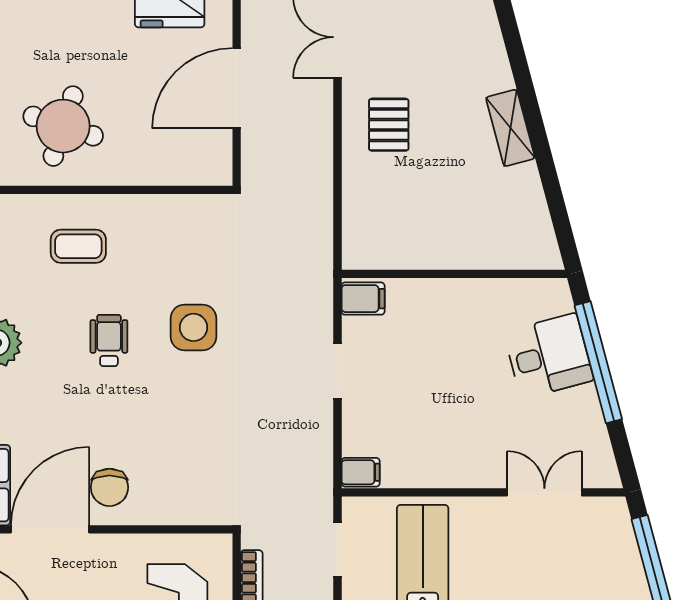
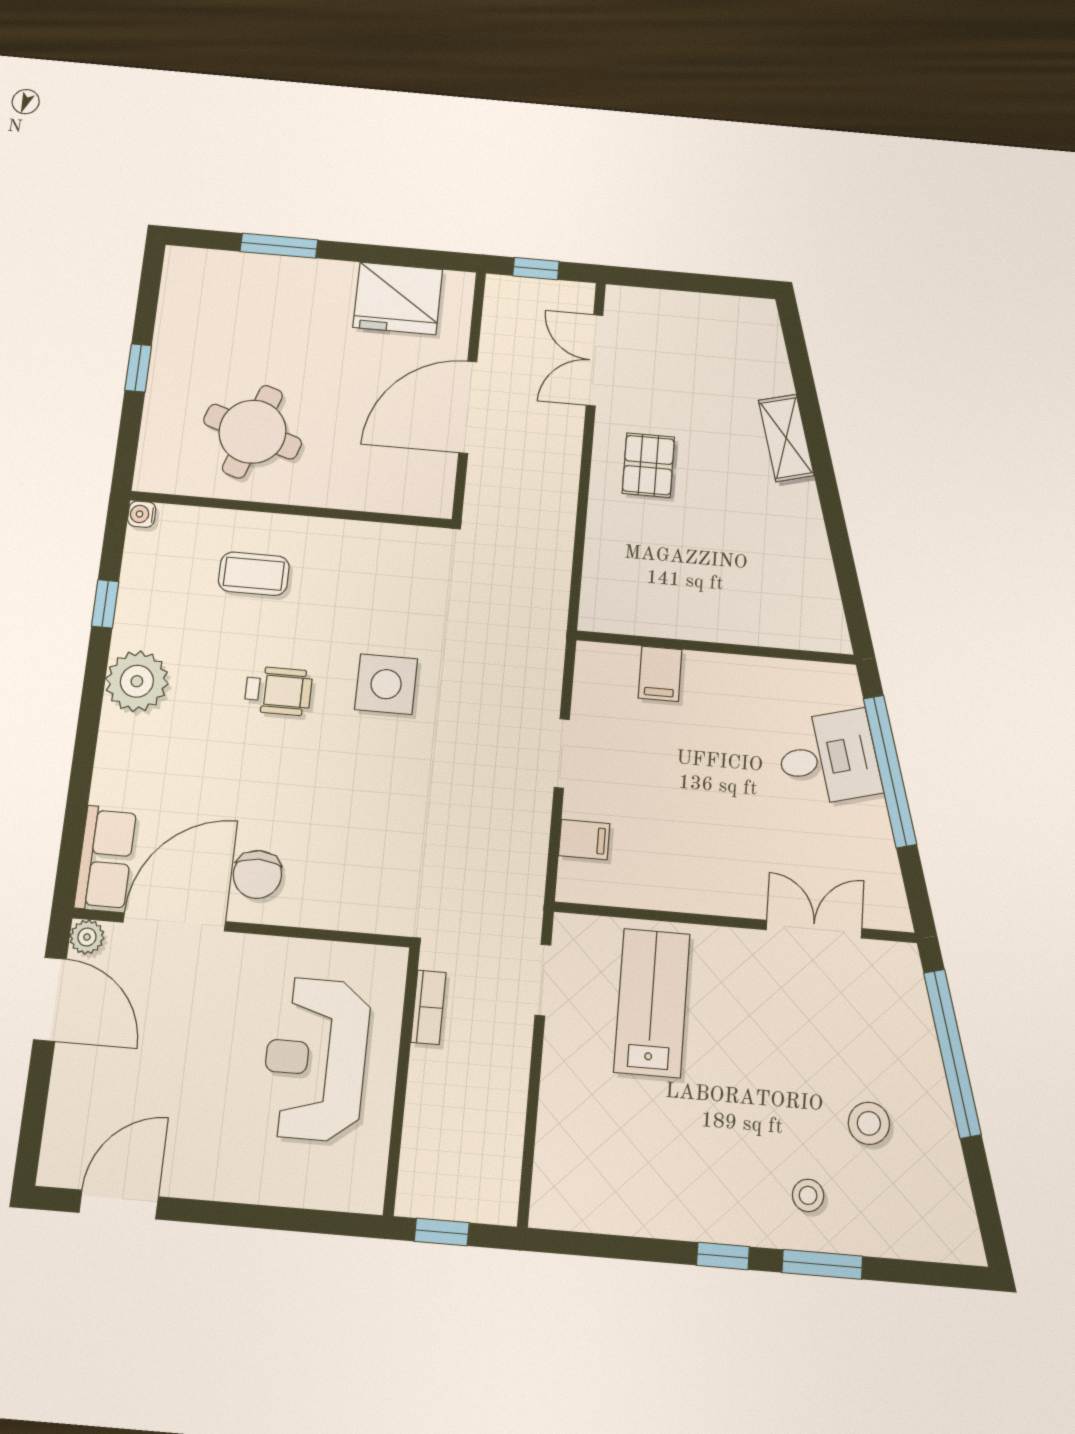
shelving: (510, 128) -> (786, 438), moved
filing cabinet: (363, 299) -> (660, 674), moved, turned 90
wheelchair: (109, 340) -> (278, 691), turned 90
filing cabinet: (361, 472) -> (584, 840), moved

